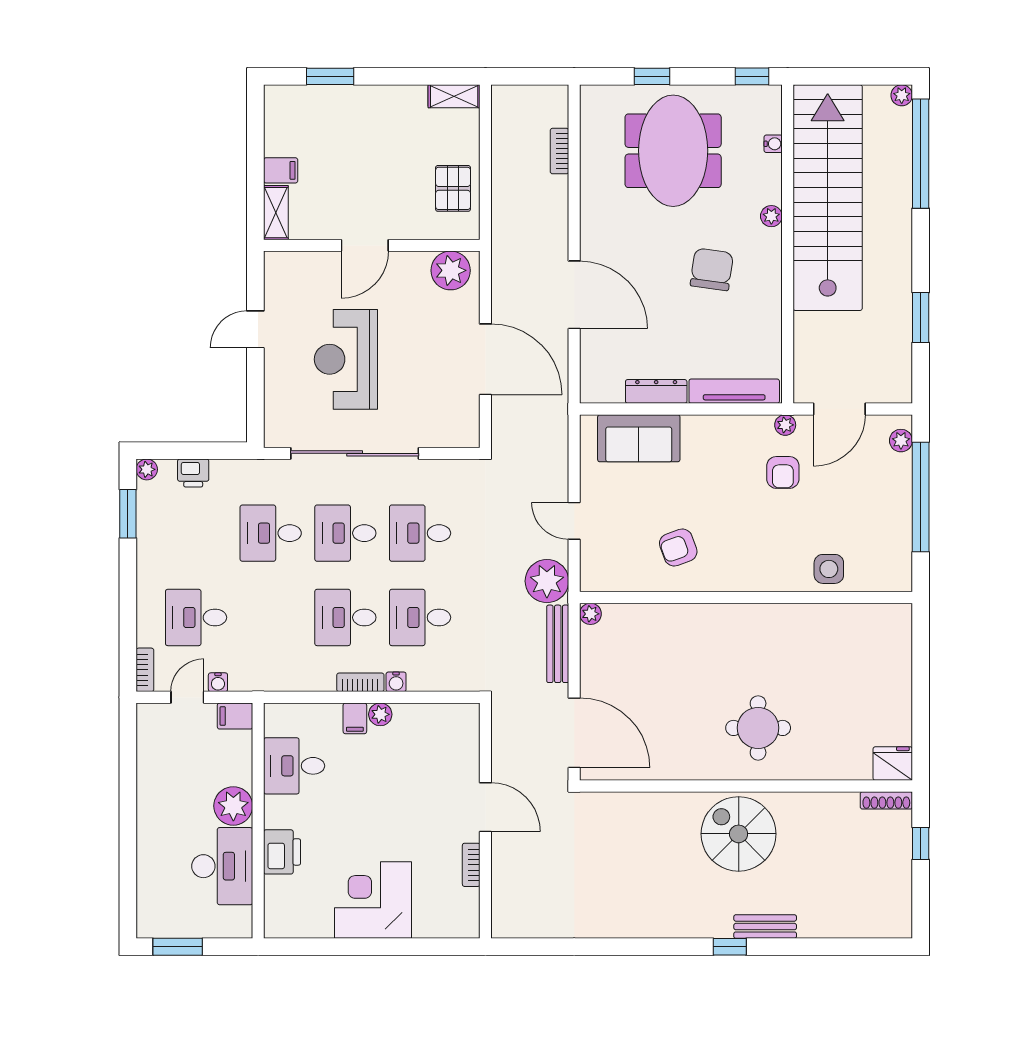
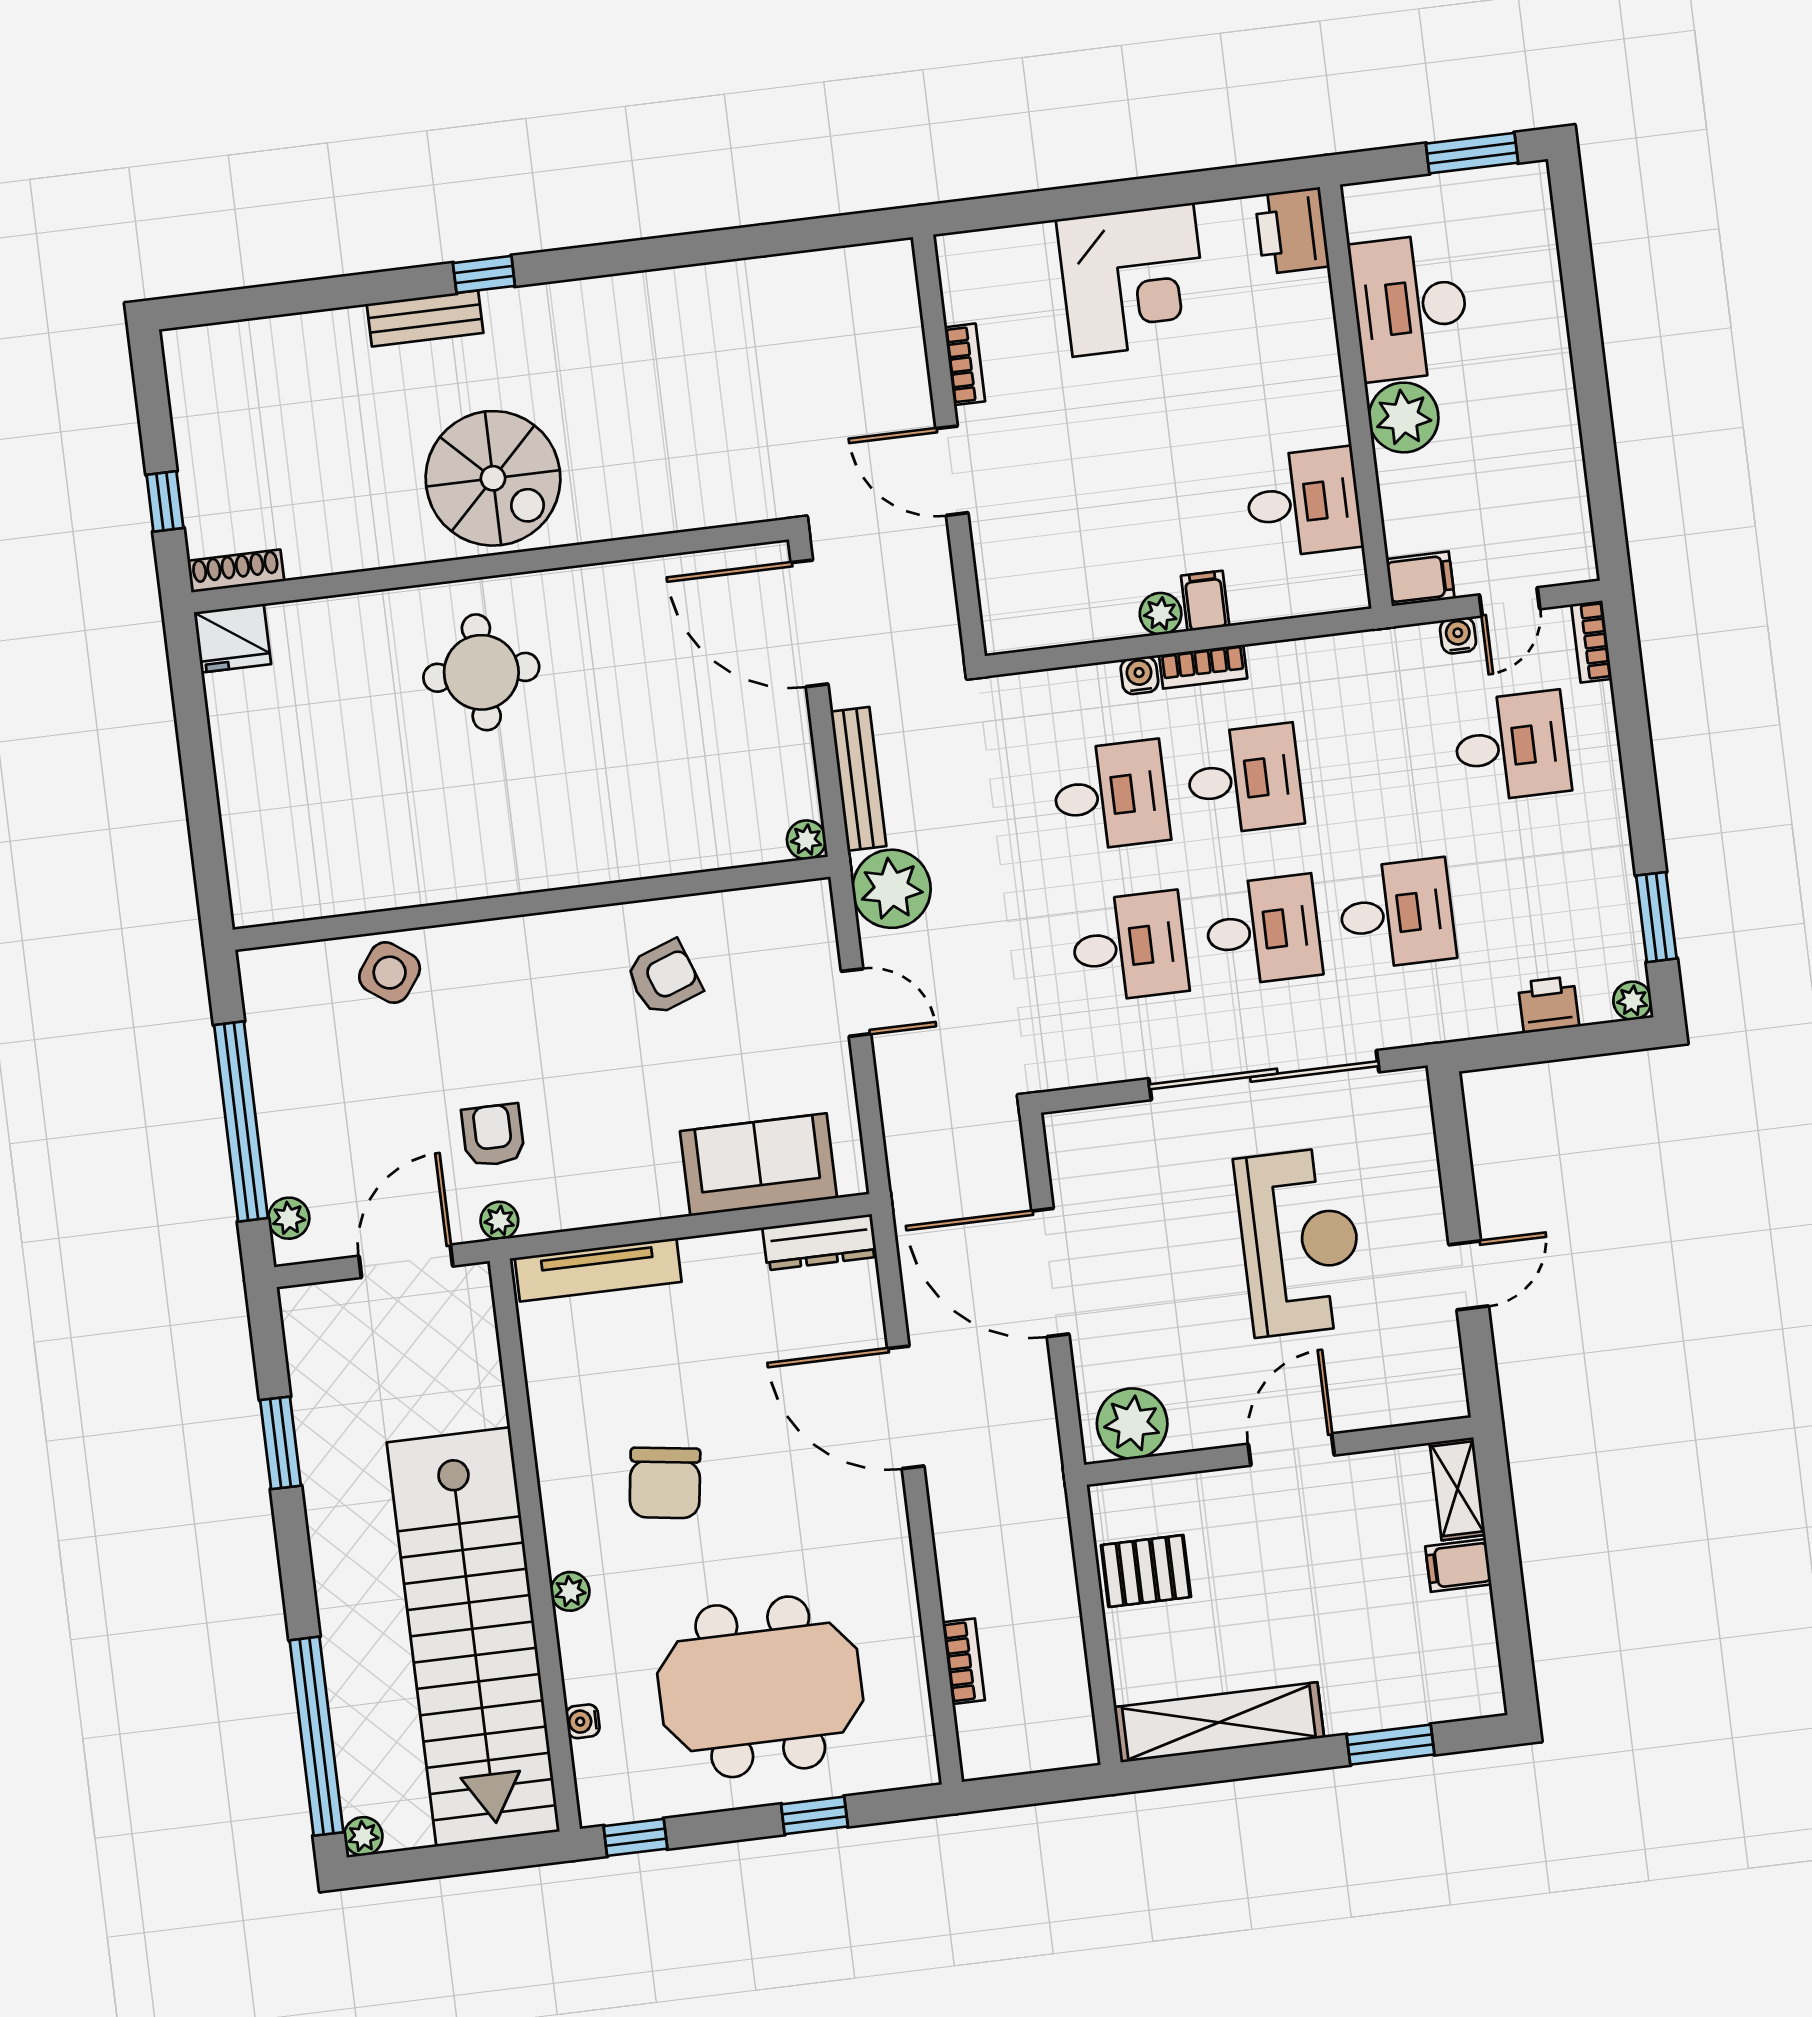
shelving: (454, 96) -> (1219, 1722), width x2.20, depth x1.33
meeting table: (673, 151) -> (760, 1687), turned 90
pallet: (453, 188) -> (1146, 1571), turned 90
dresser: (656, 391) -> (820, 1242), moved
side table: (829, 569) -> (390, 973), turned 36
printer: (282, 852) -> (1292, 231), moved

